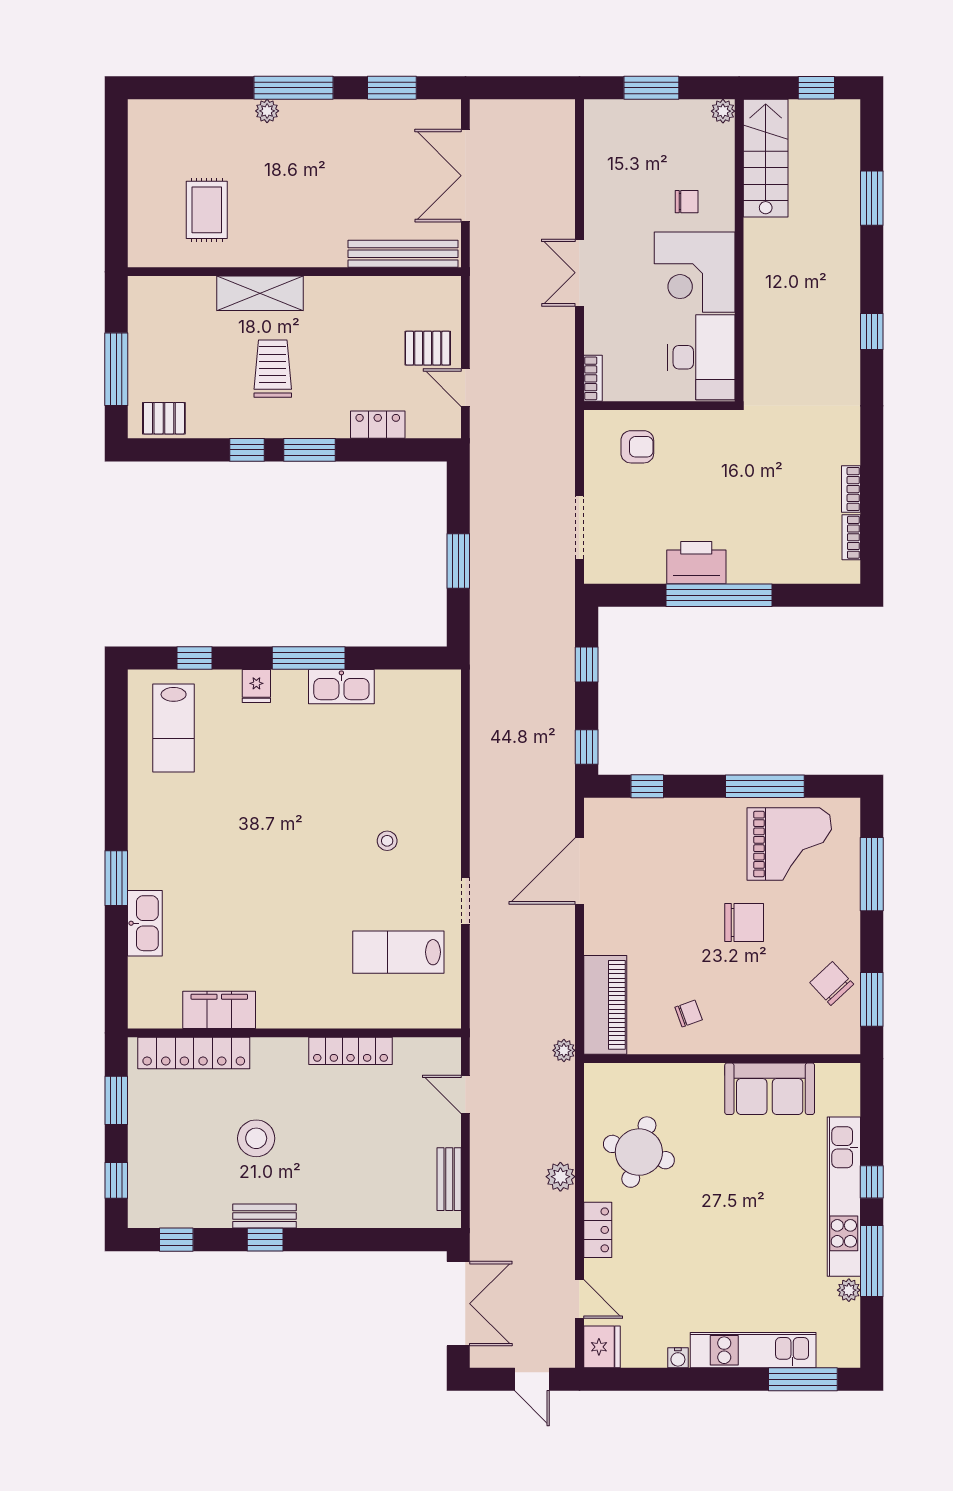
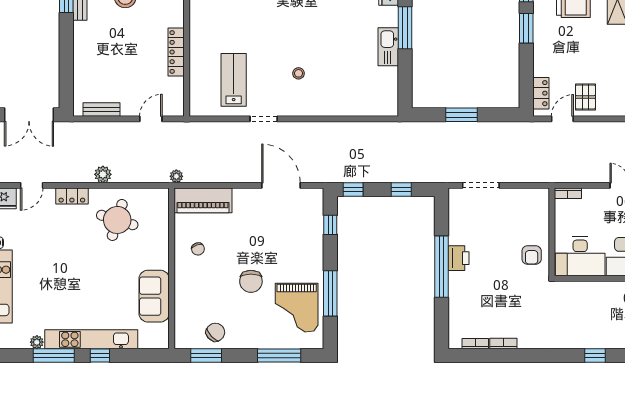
locker: (378, 425) -> (541, 93), moved
armchair: (637, 447) -> (532, 255), moved
printer: (696, 563) -> (459, 258), width x0.73, depth x0.84

